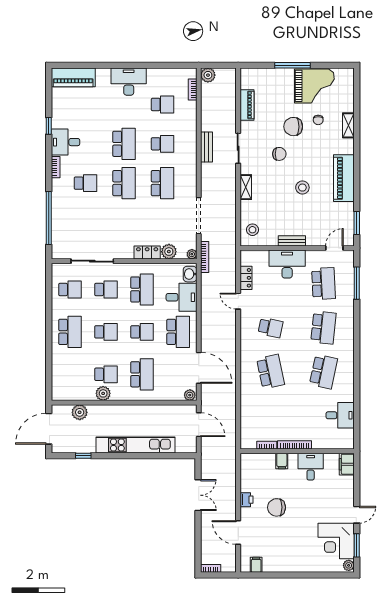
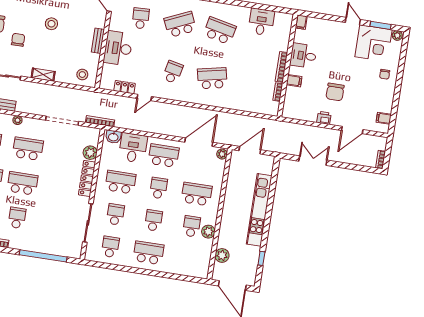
locker: (147, 253) -> (87, 178), width x1.53
plant: (192, 254) -> (17, 120), moved
school desk: (324, 284) -> (141, 18), width x0.54
school desk: (324, 328) -> (180, 24), turned -30
filing cabinet: (347, 464) -> (301, 22), width x0.50
chair: (304, 558) -> (385, 74), added

